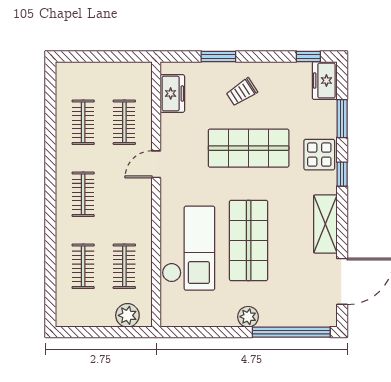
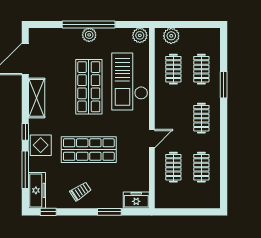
freezer: (325, 81) -> (37, 190), width x1.40
trolley: (242, 92) -> (81, 191), moved
freezer: (172, 93) -> (136, 200), moved, turned 90
window: (342, 119) -> (25, 170), width x1.44
window: (50, 243) -> (224, 85), added
plant: (174, 316) -> (140, 35), added
window: (291, 332) -> (89, 24), moved

